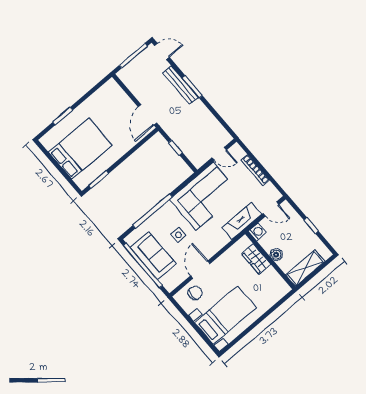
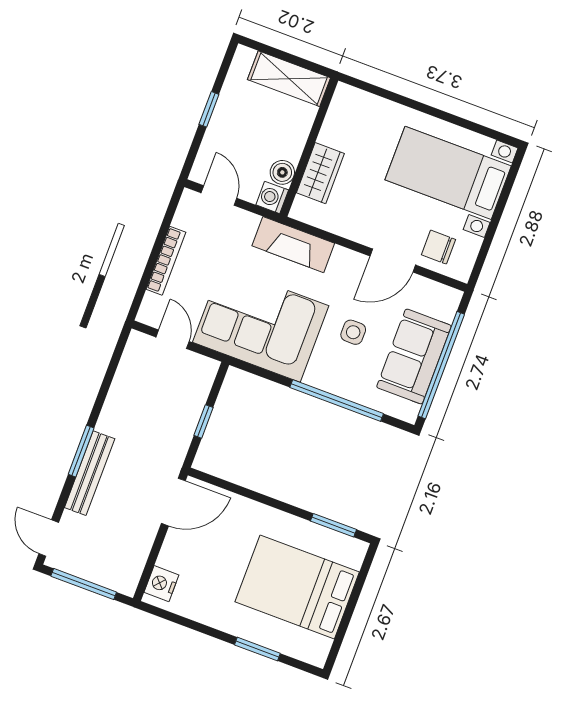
nightstand: (115, 90) -> (161, 584), added
fireplace: (242, 221) -> (293, 245), moved
boiler: (276, 255) -> (282, 172), moved

